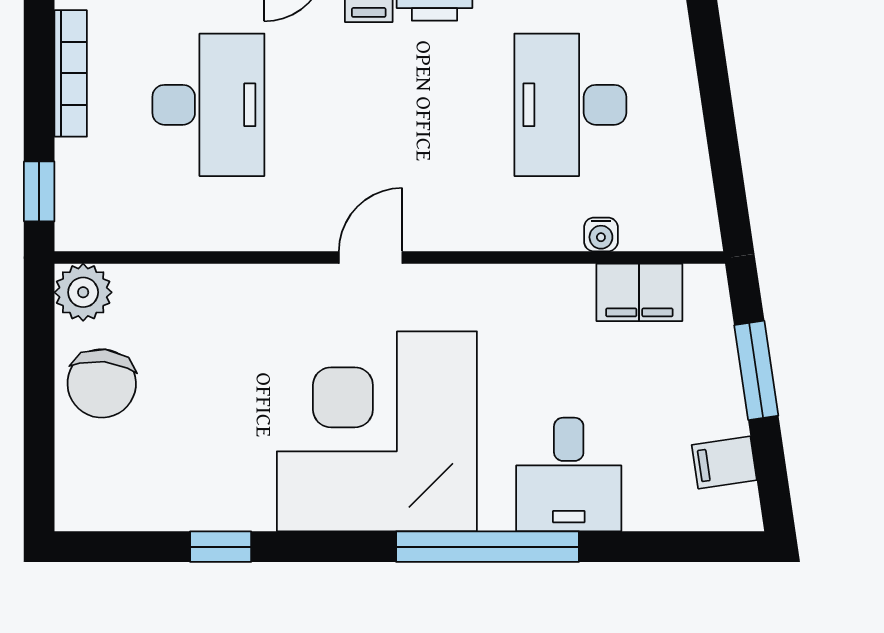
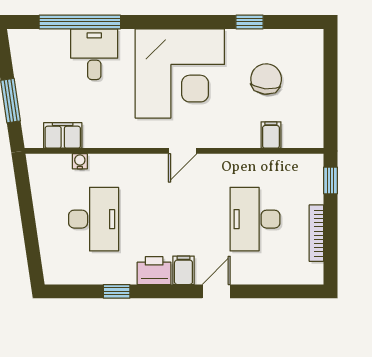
plant: (83, 292) -> (311, 135), removed
chair: (102, 383) -> (266, 79), moved
filing cabinet: (724, 463) -> (271, 135), moved, turned -82
window: (488, 547) -> (80, 22), moved

